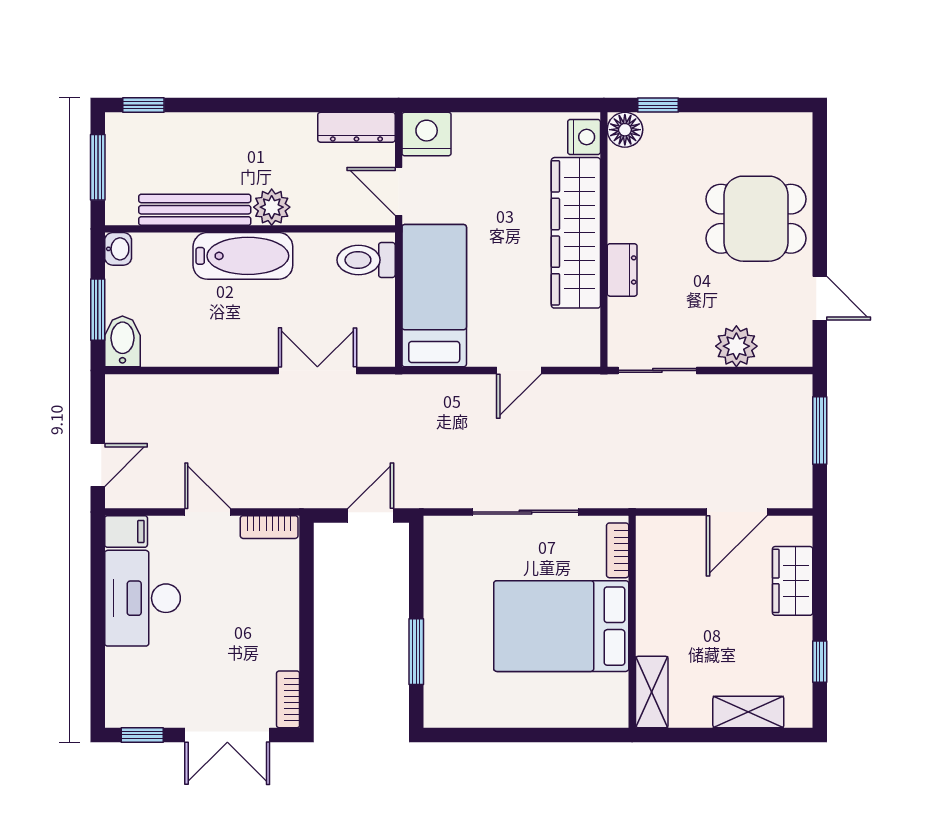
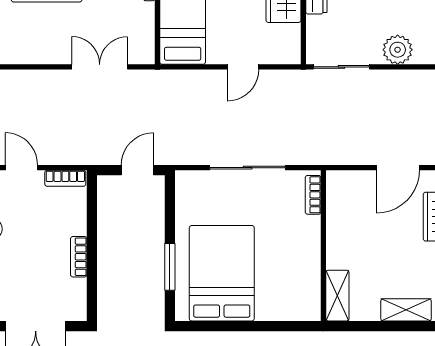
bed: (561, 626) -> (222, 273), moved, turned 90
bookcase: (288, 699) -> (79, 257), moved

